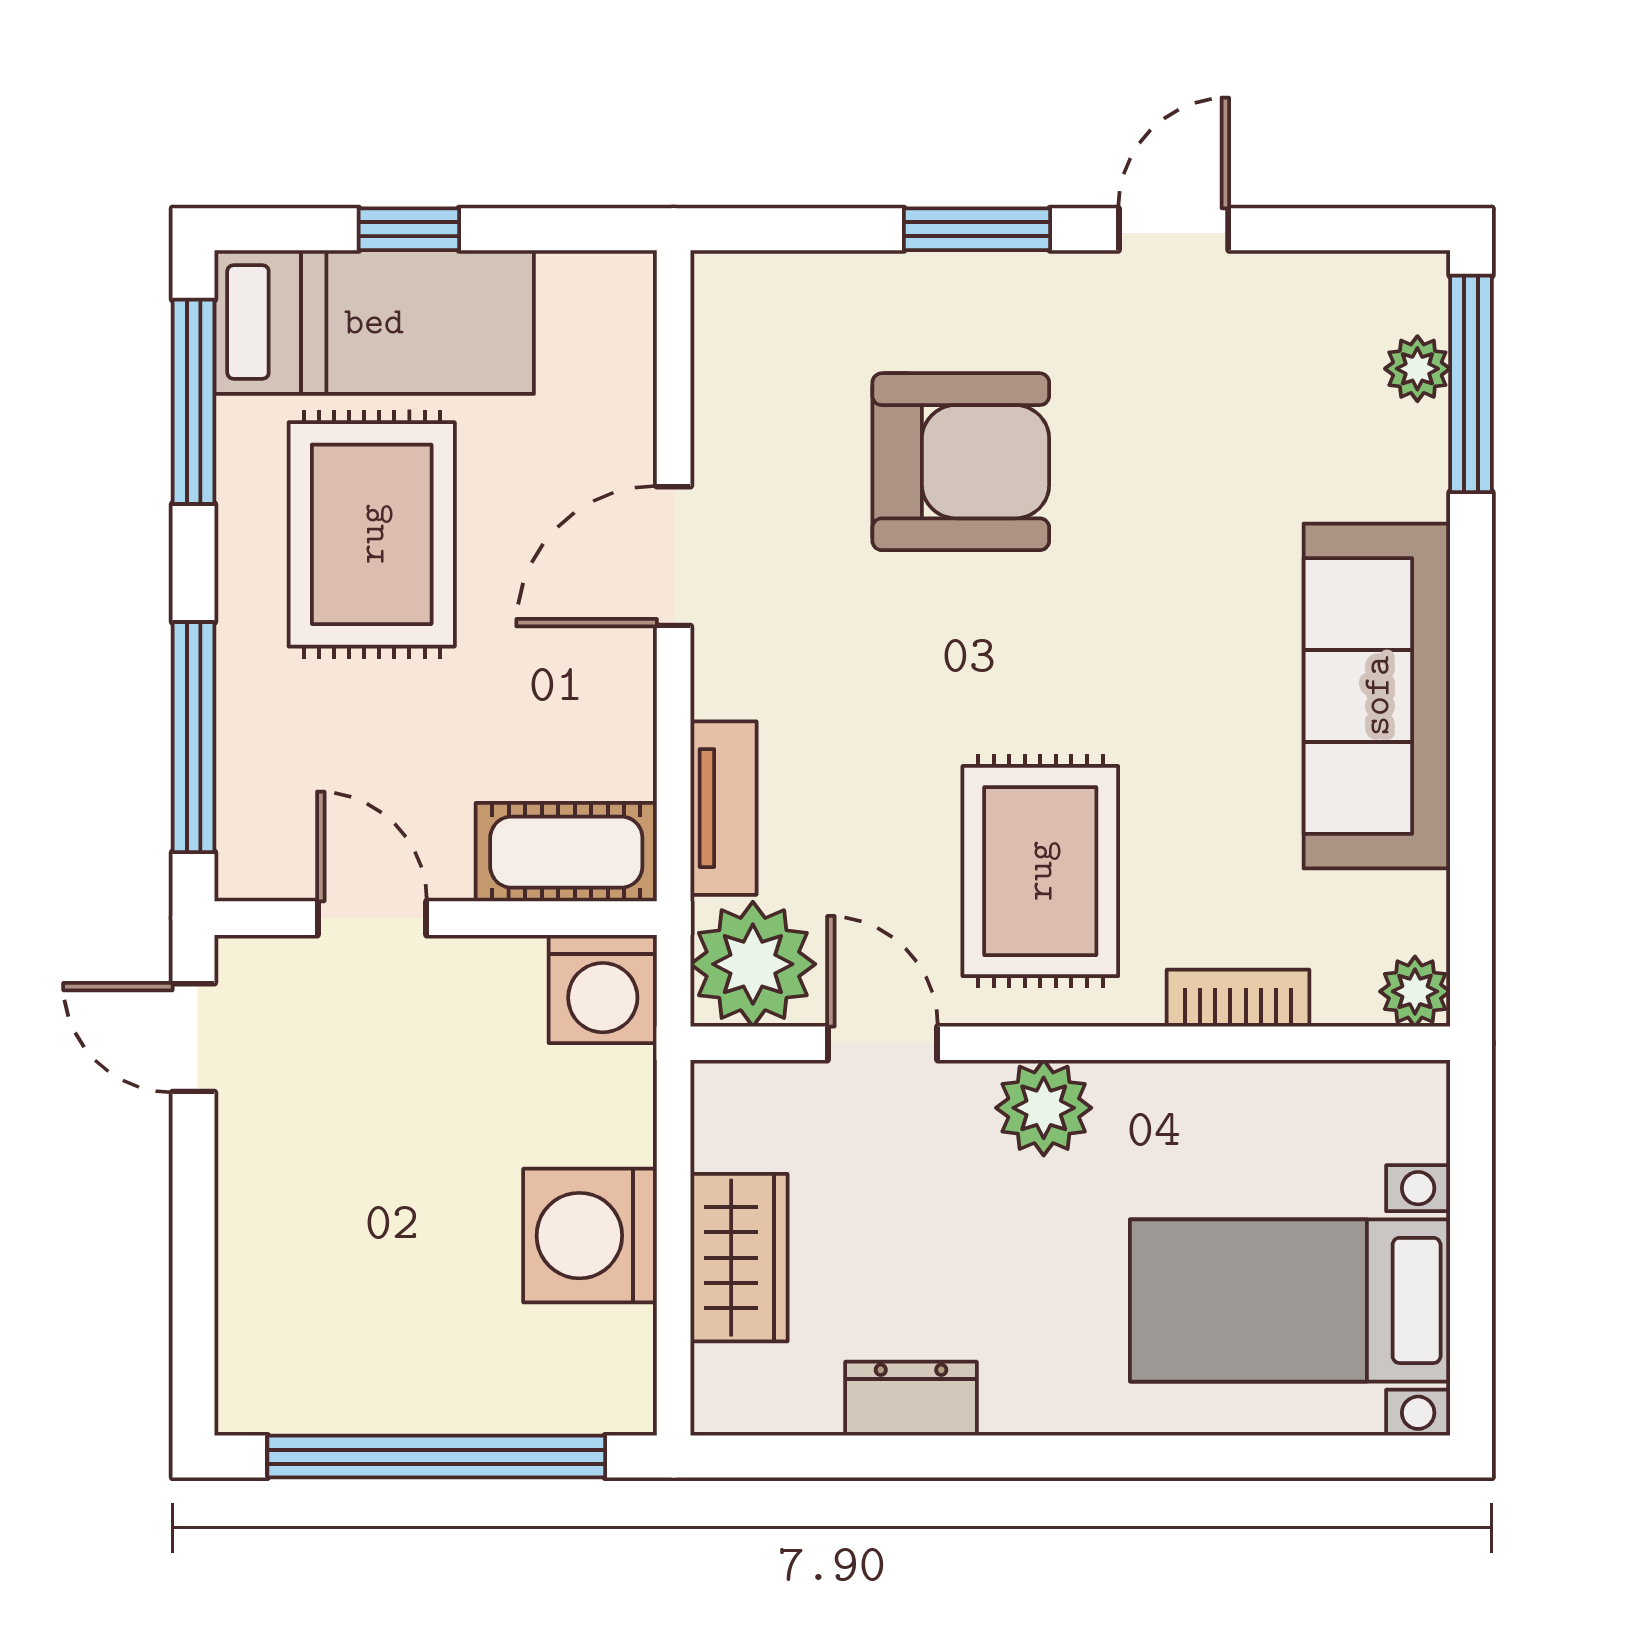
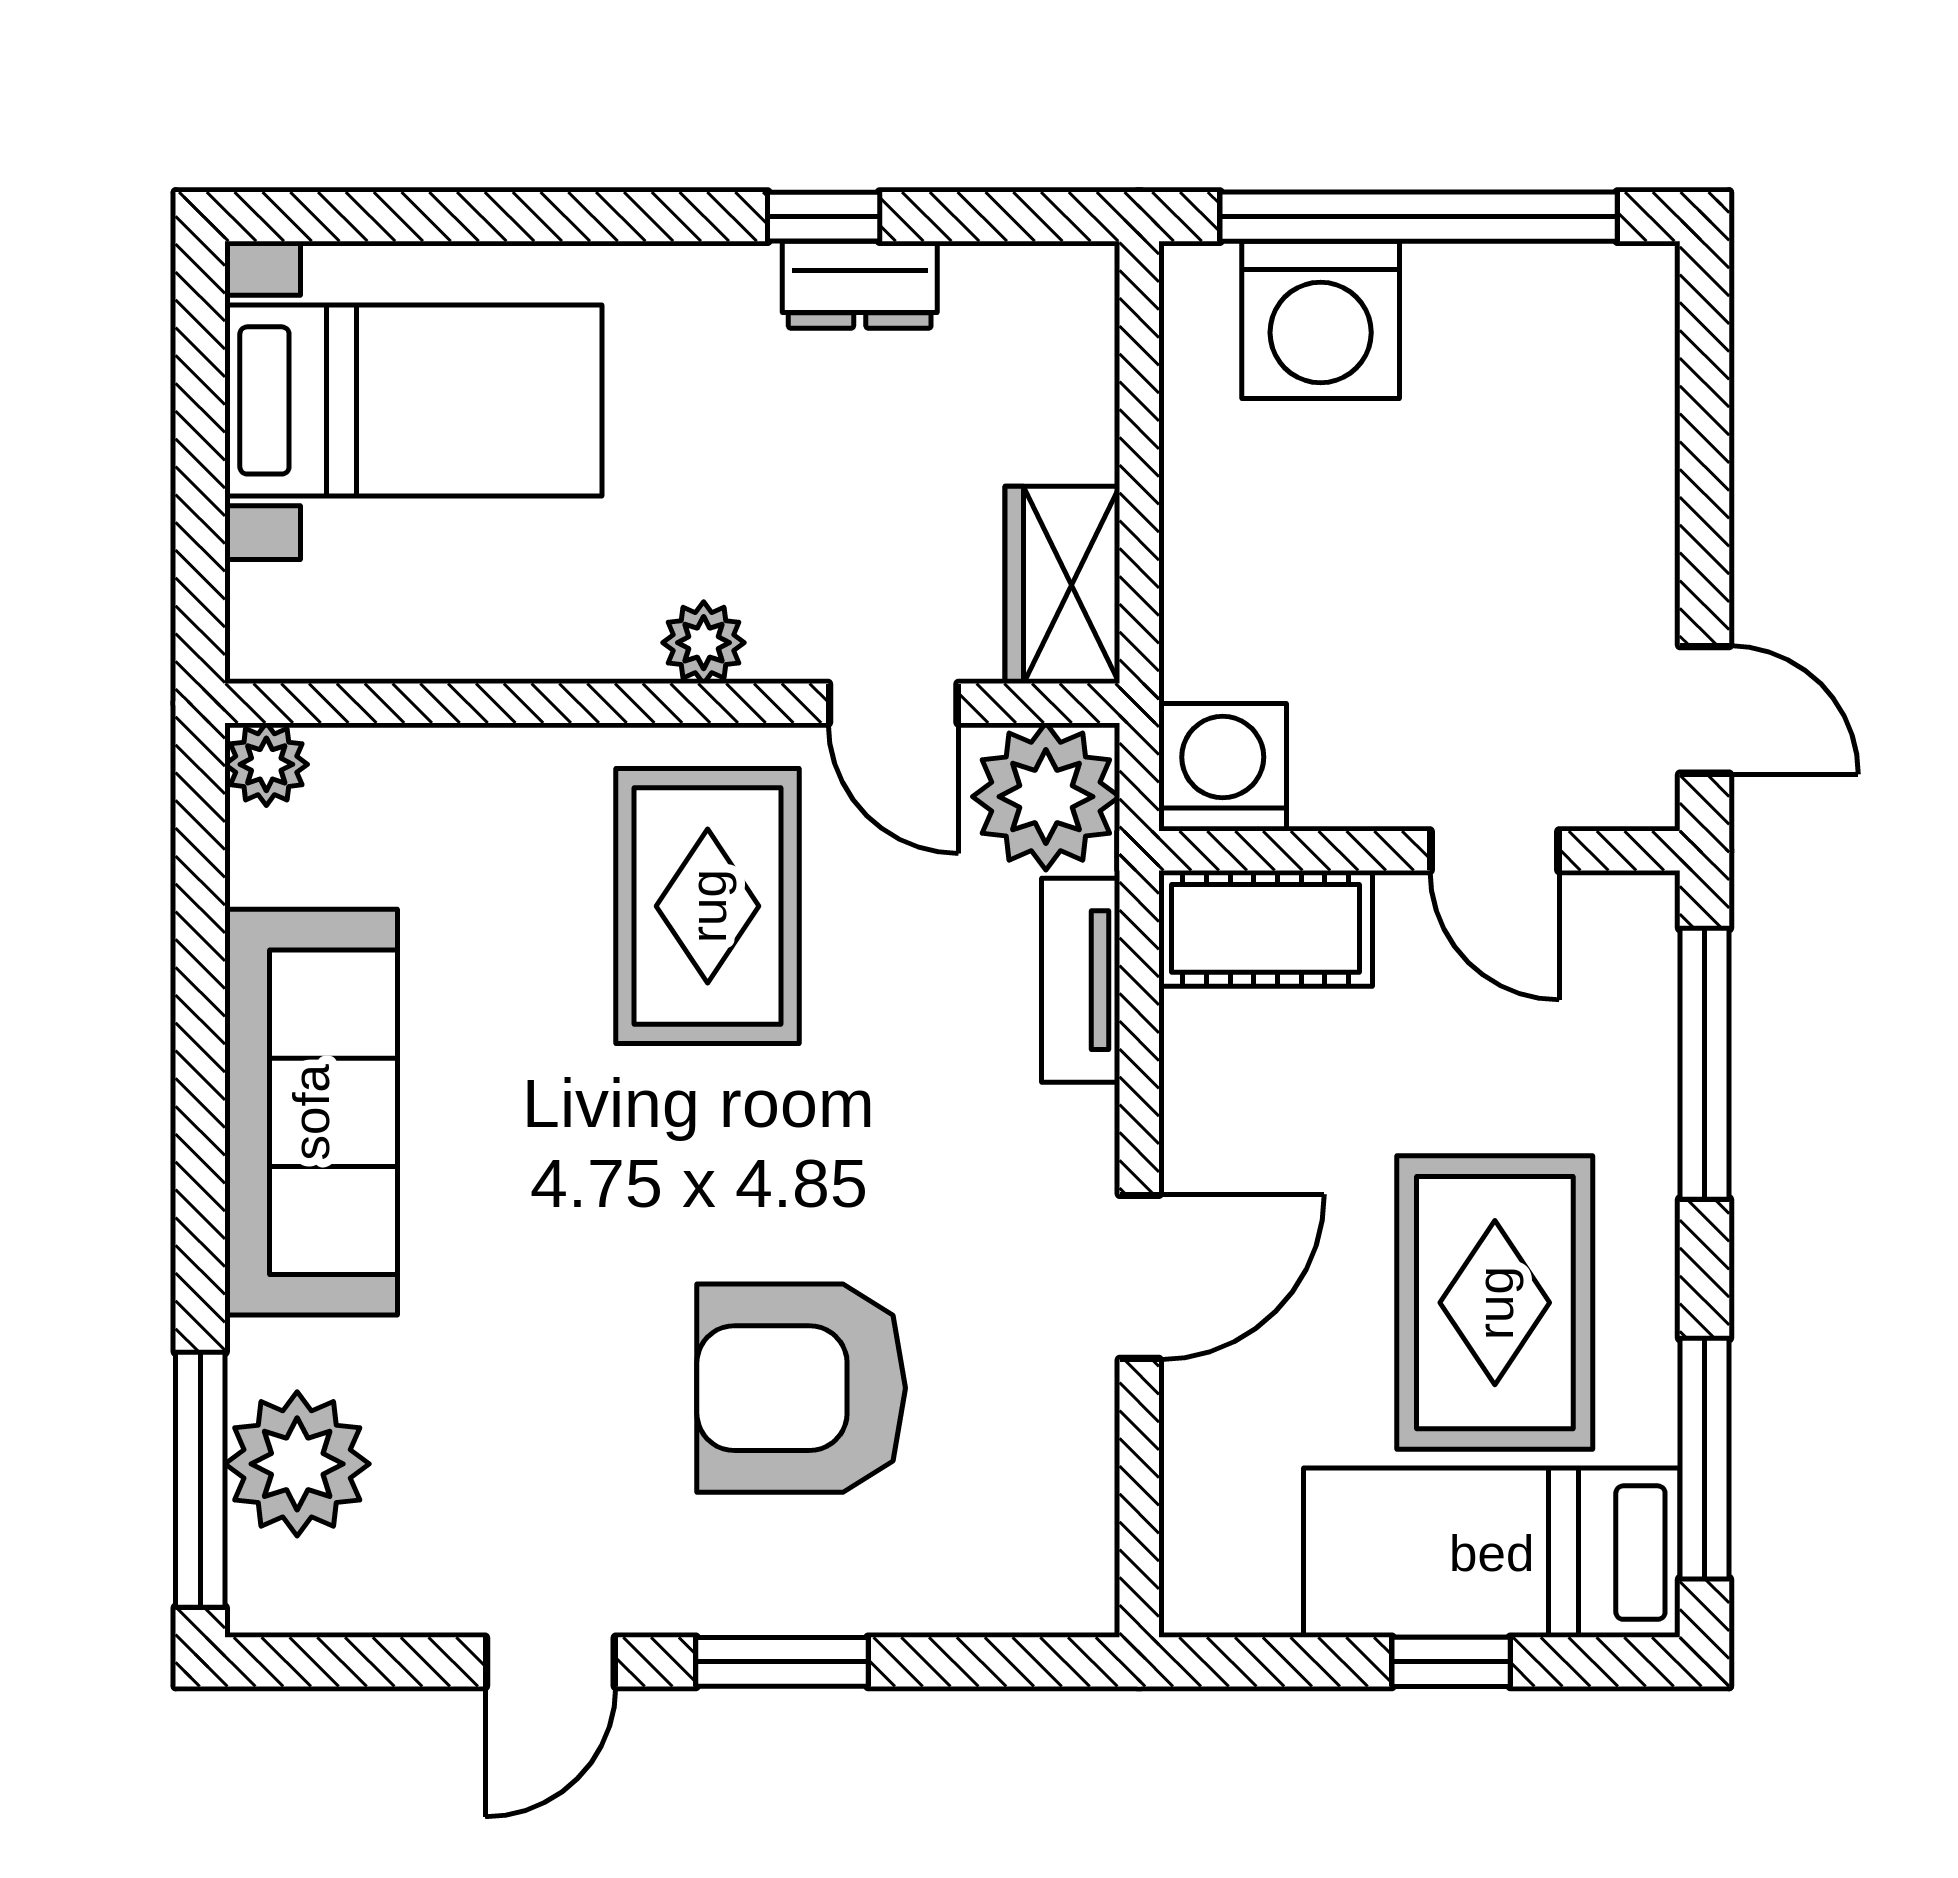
plant: (1417, 369) -> (297, 1464), width x1.88, depth x1.88
bookcase: (1238, 998) -> (475, 757), removed
plant: (1044, 1108) -> (704, 643), width x0.73, depth x0.73
washing machine: (590, 1236) -> (1321, 320), moved, turned 90
wardrobe: (739, 1258) -> (1062, 585), moved
window: (942, 1457) -> (824, 217), added

